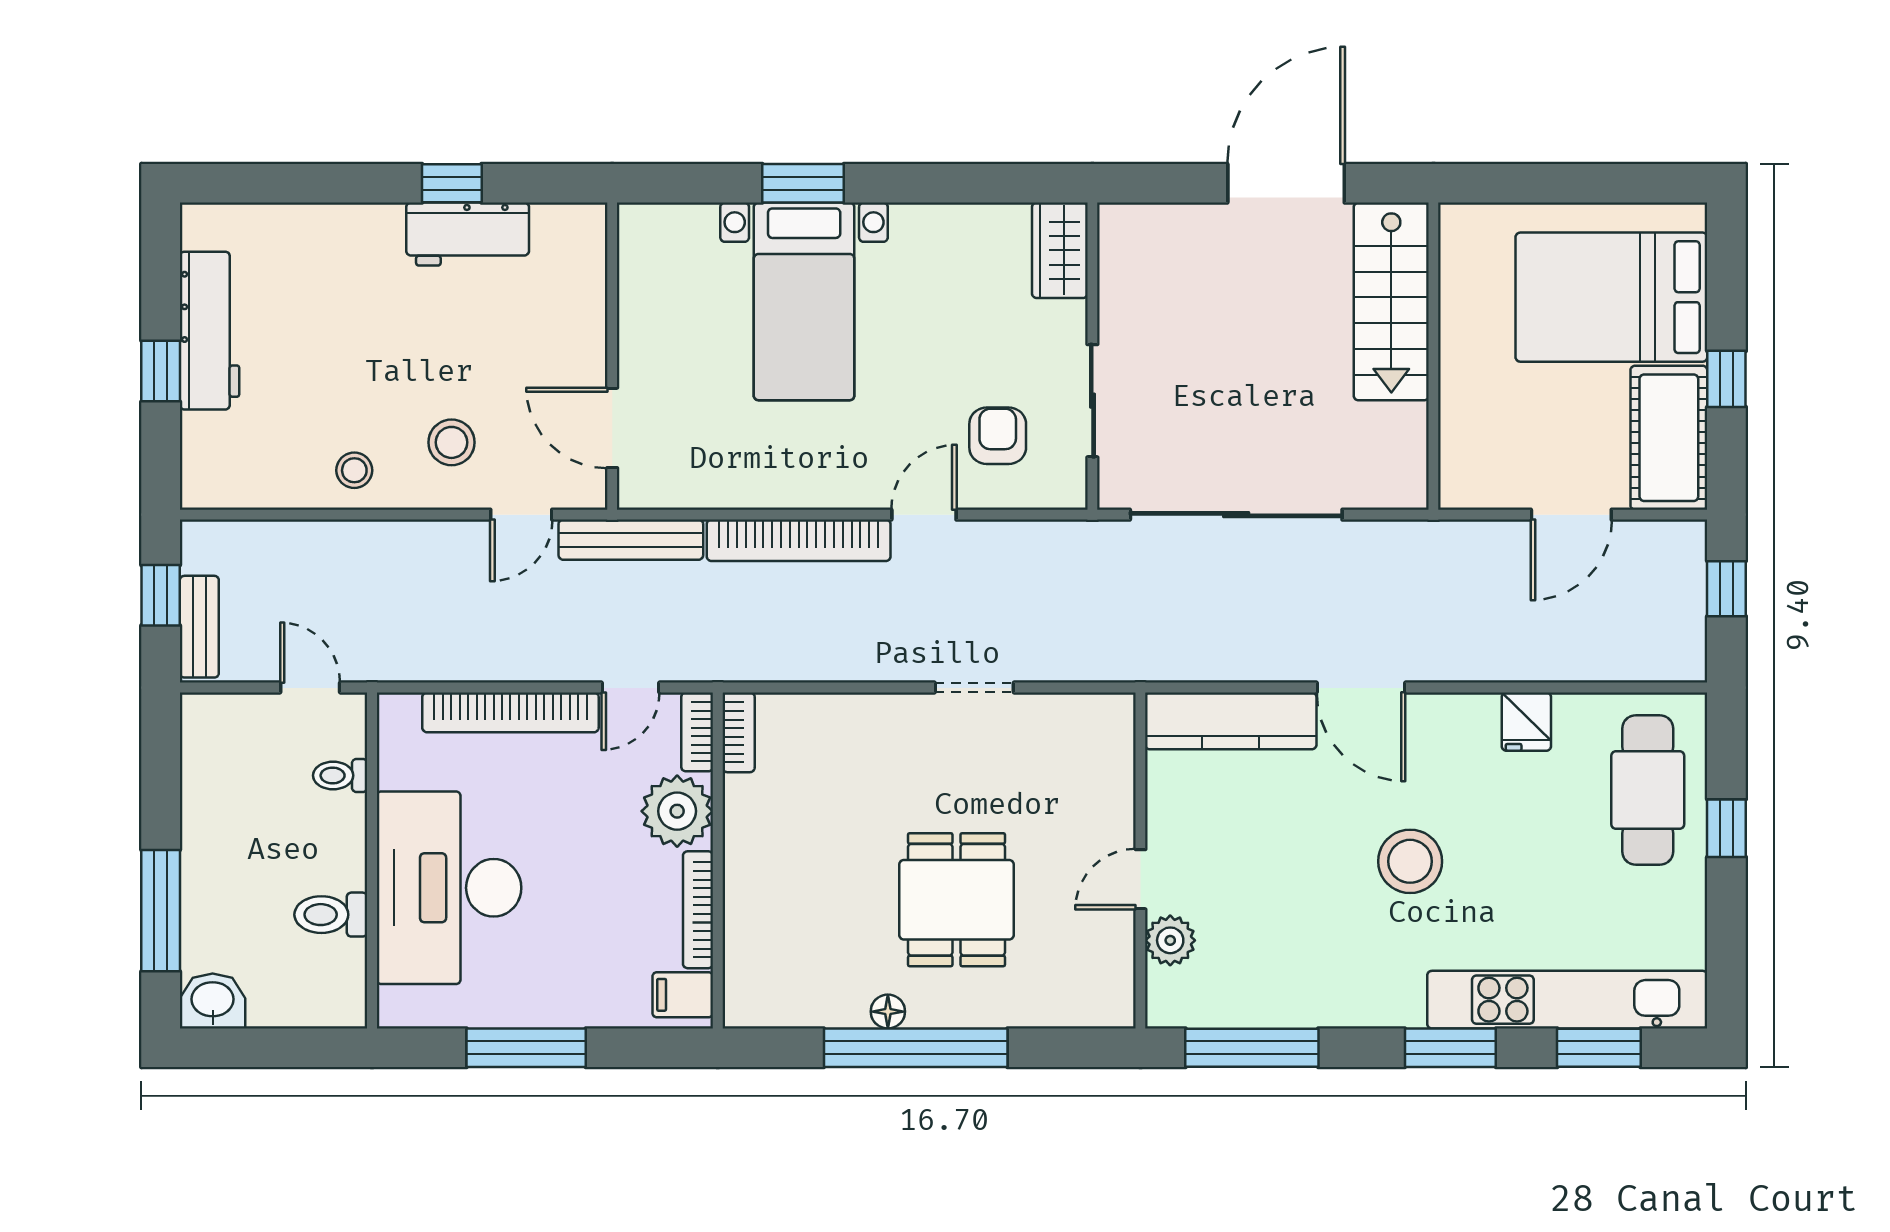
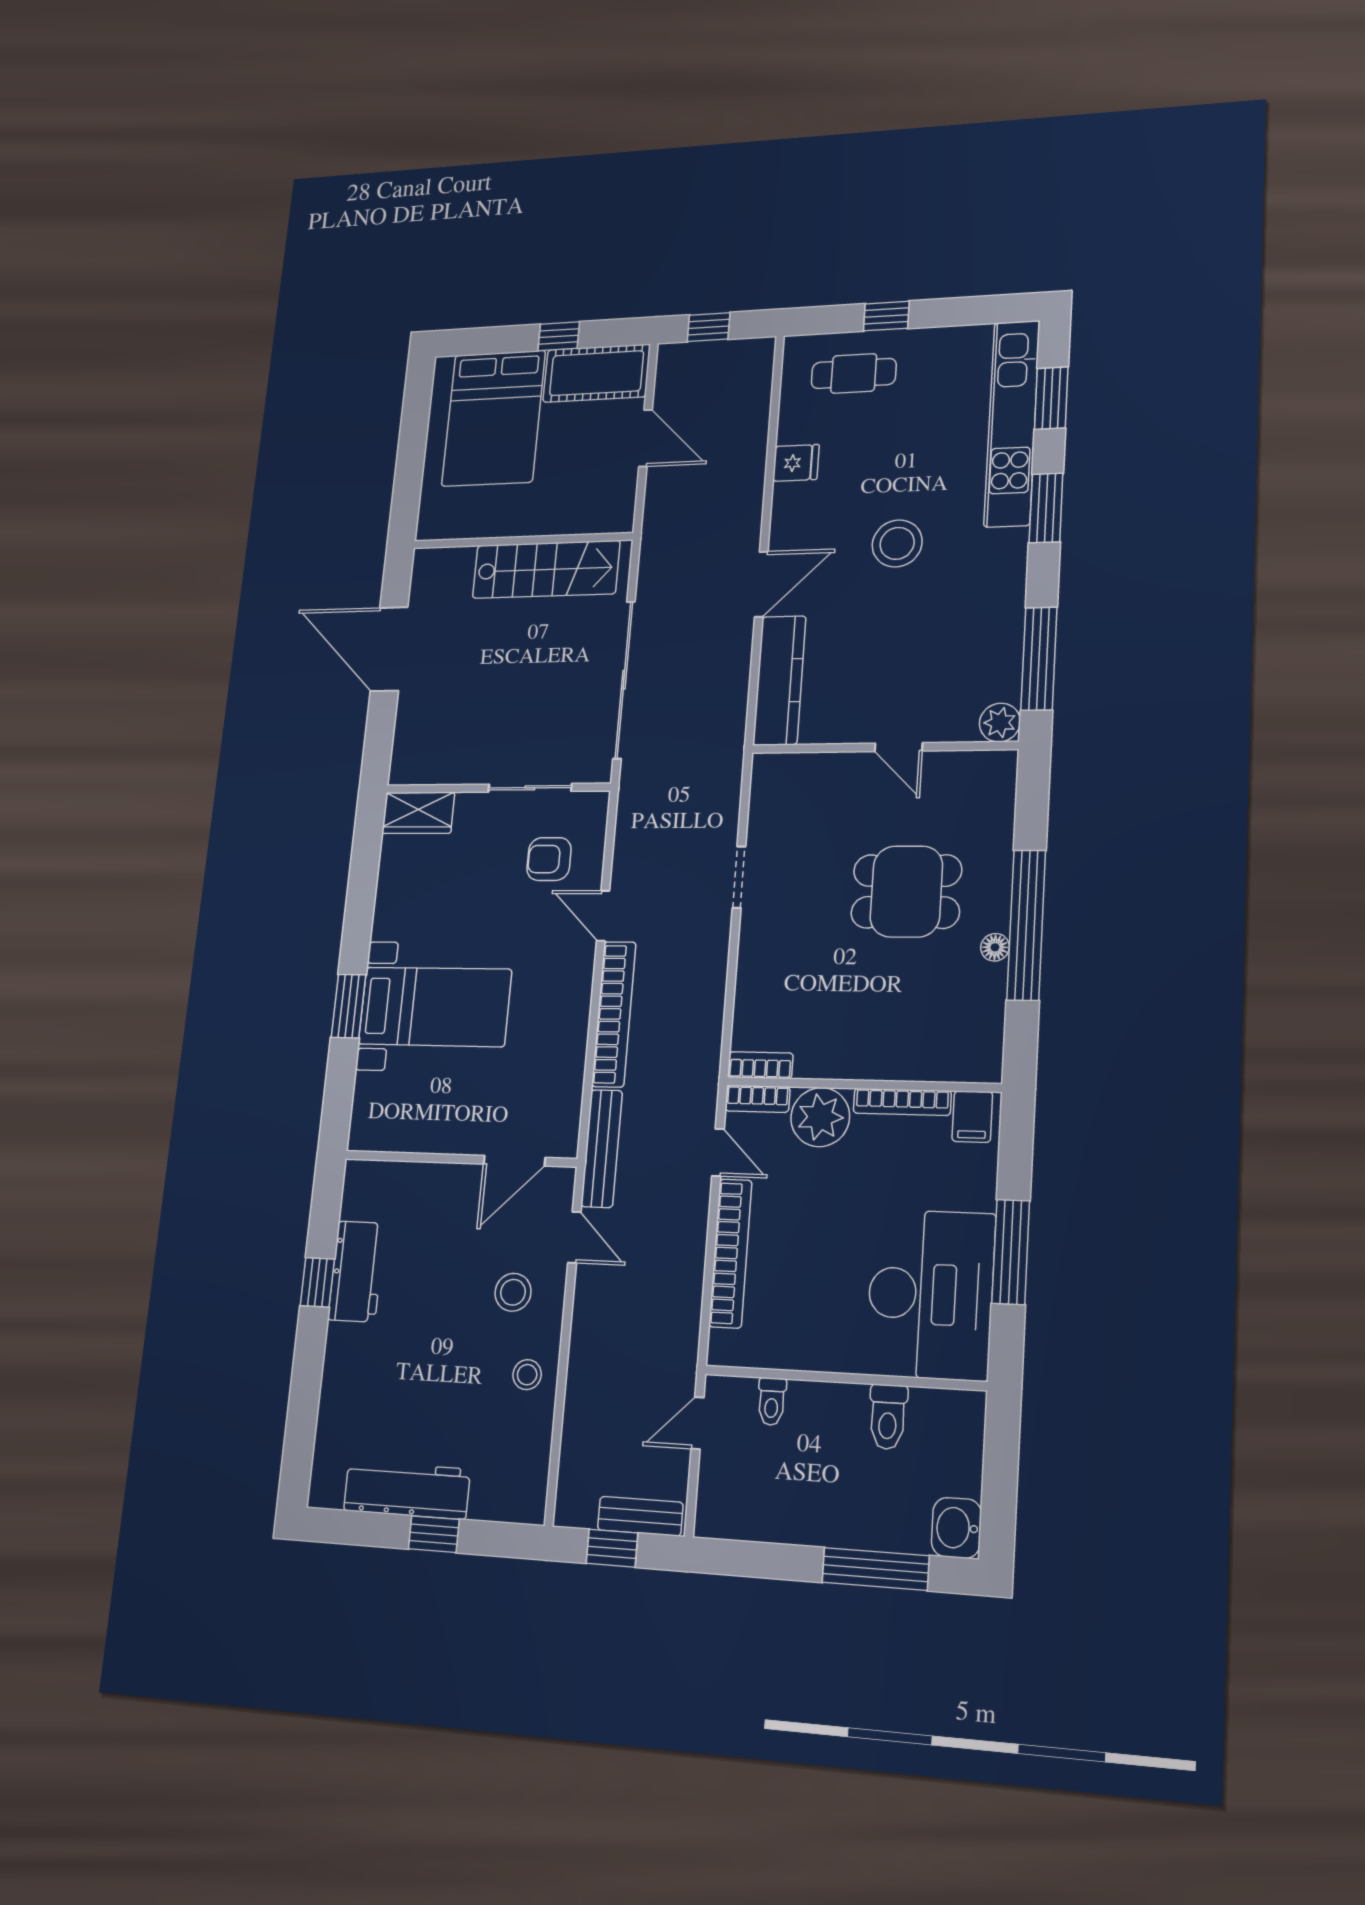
stairs: (1391, 301) -> (546, 569), moved
cafe table: (1648, 790) -> (854, 373), width x0.73, depth x0.74
desk: (449, 888) -> (930, 1294), moved, turned -90
plant: (1170, 940) -> (1000, 723), moved

